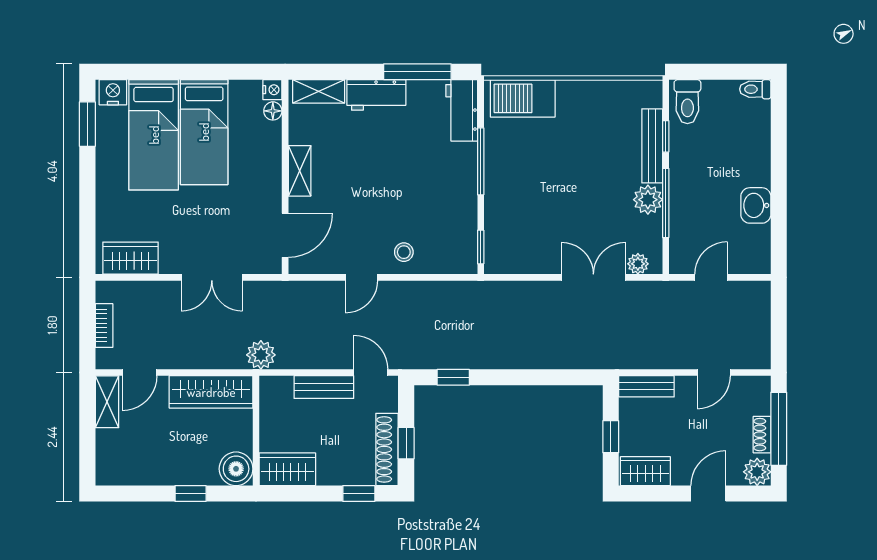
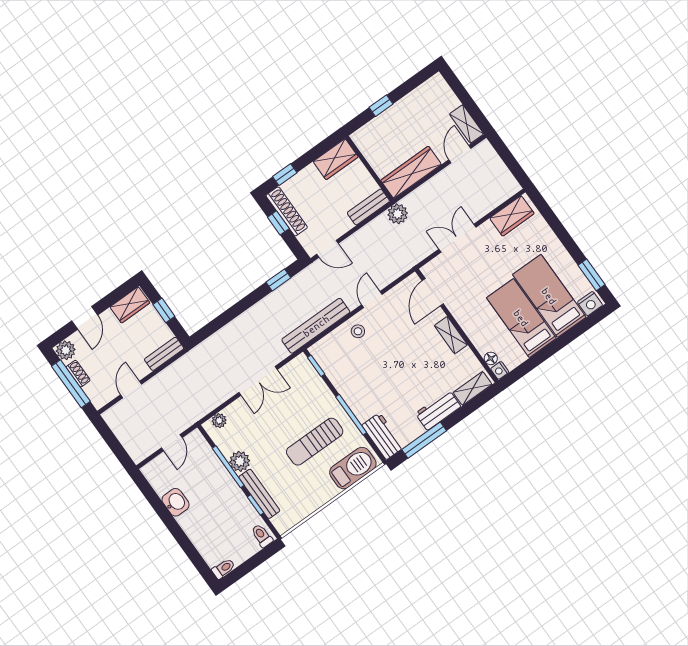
toilet: (687, 102) -> (262, 536), width x0.73, depth x0.72
sun lounger: (545, 160) -> (315, 442), added
double door: (593, 277) -> (258, 381), moved
bench: (448, 293) -> (316, 326), added
bookcase: (104, 326) -> (499, 166), removed
bench: (324, 387) -> (368, 207), moved
boiler: (236, 469) -> (365, 138), removed

